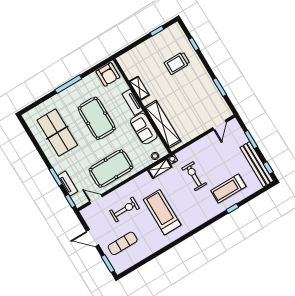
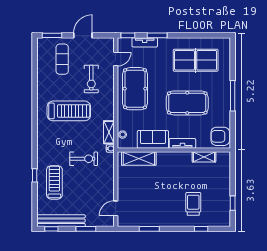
shelving: (139, 88) -> (204, 157), moved
shelving: (163, 124) -> (139, 158), width x0.68
door: (219, 125) -> (116, 208), hinge flipped

